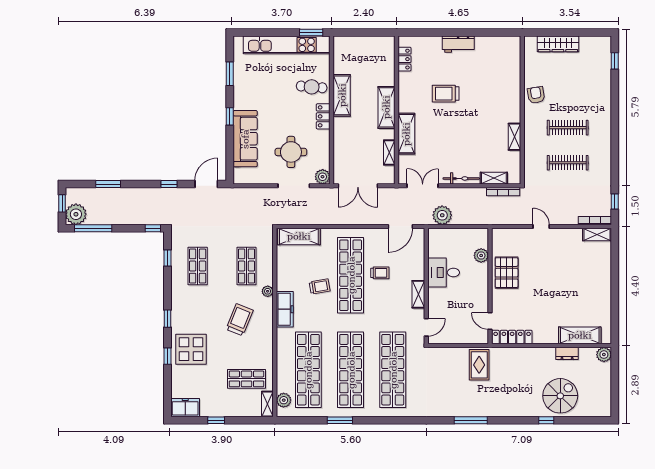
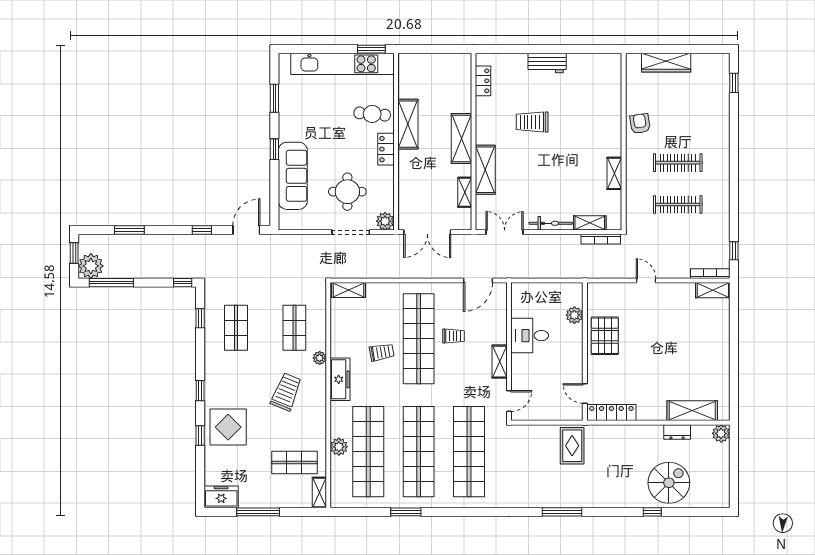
plant: (442, 215) -> (528, 267), removed
shelving: (299, 236) -> (349, 290), width x0.67, depth x0.75
plant: (284, 400) -> (339, 447), moved
window: (216, 420) -> (258, 512), width x2.17

